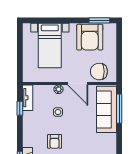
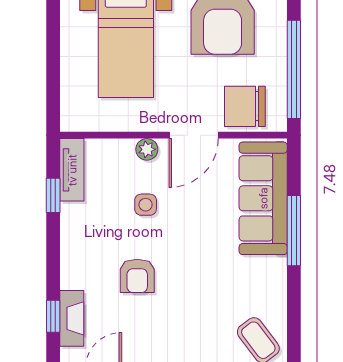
window: (119, 56) -> (294, 69), added
door: (78, 83) -> (194, 135), hinge flipped
window: (119, 109) -> (294, 231), moved

